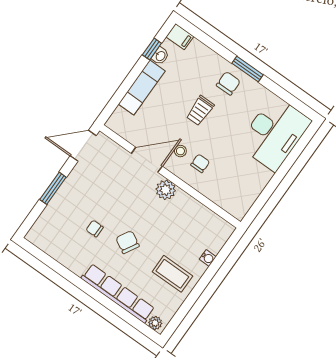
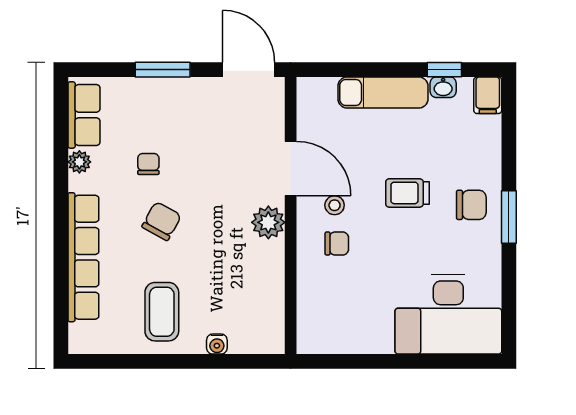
row of seats: (48, 243) -> (84, 115), added
plant: (155, 323) -> (79, 162), moved

